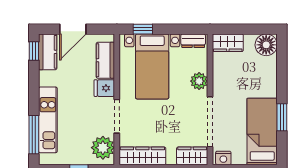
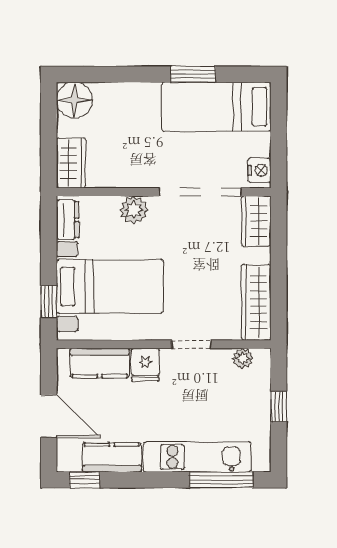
kitchen counter: (48, 52) -> (112, 457), moved
doorway: (117, 116) -> (191, 344), width x0.73
plant: (103, 148) -> (243, 358), width x0.53, depth x0.53

